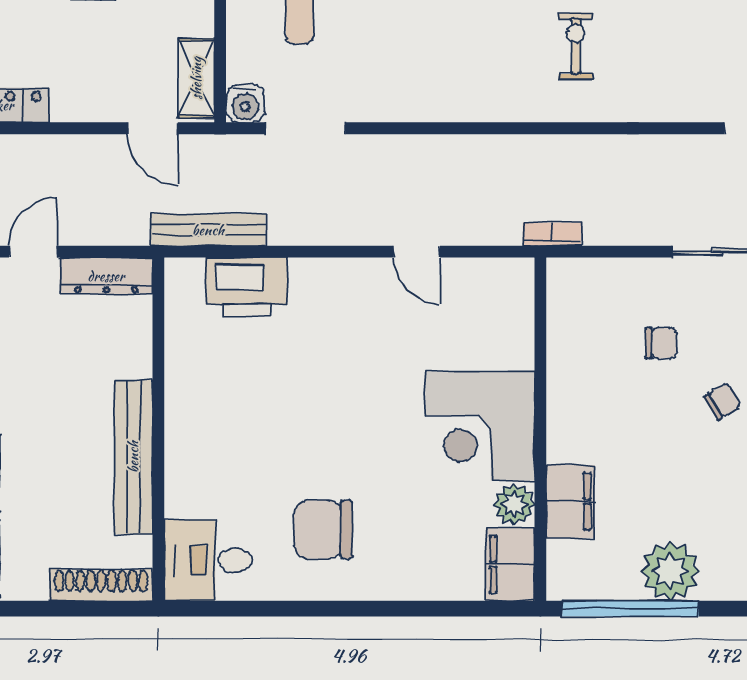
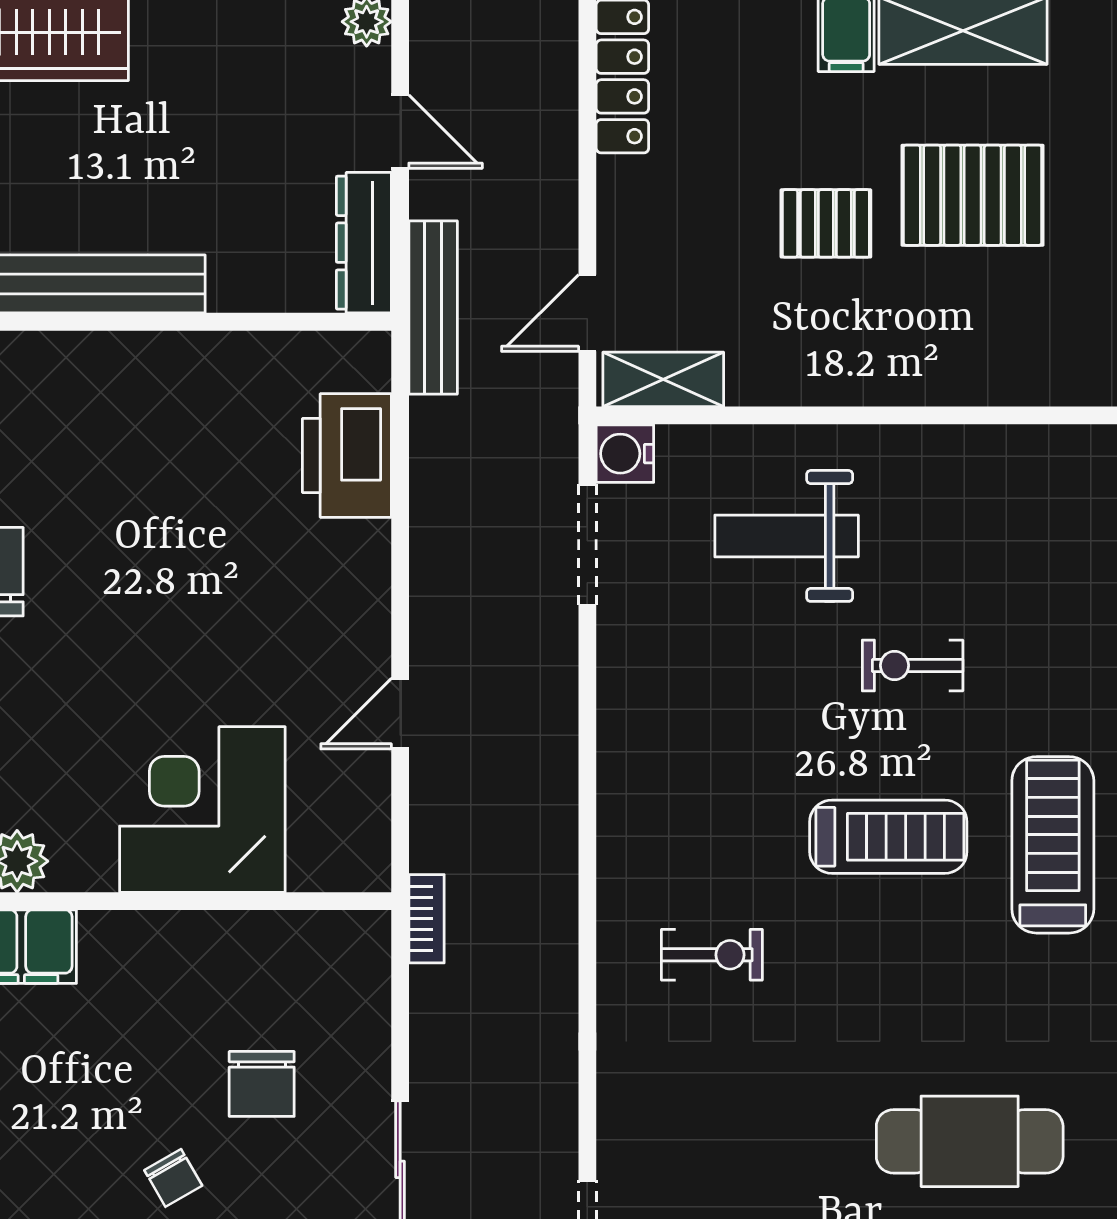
bench: (208, 230) -> (433, 307), moved
chair: (661, 343) -> (262, 1084), width x1.37, depth x1.37
corner desk: (480, 426) -> (202, 809), moved

